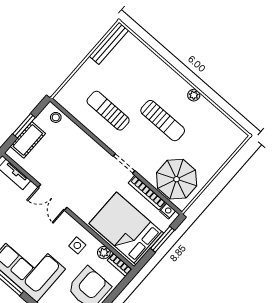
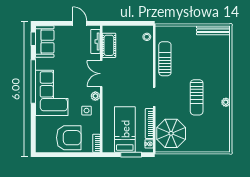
sun lounger: (108, 111) -> (165, 59), moved
window: (24, 126) -> (127, 23), removed
cot: (28, 140) -> (109, 45), moved, turned 90
bed: (126, 228) -> (125, 129), width x0.67
plant: (104, 253) -> (95, 96), moved

